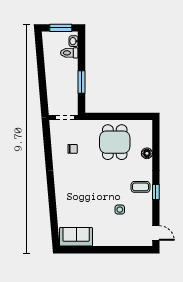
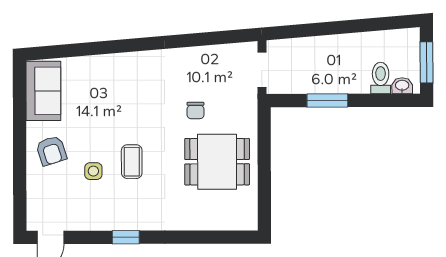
chair: (73, 149) -> (195, 110), moved
floor lamp: (147, 153) -> (197, 221), removed
coffee table: (141, 187) -> (132, 162), moved
armchair: (109, 232) -> (51, 151), added

